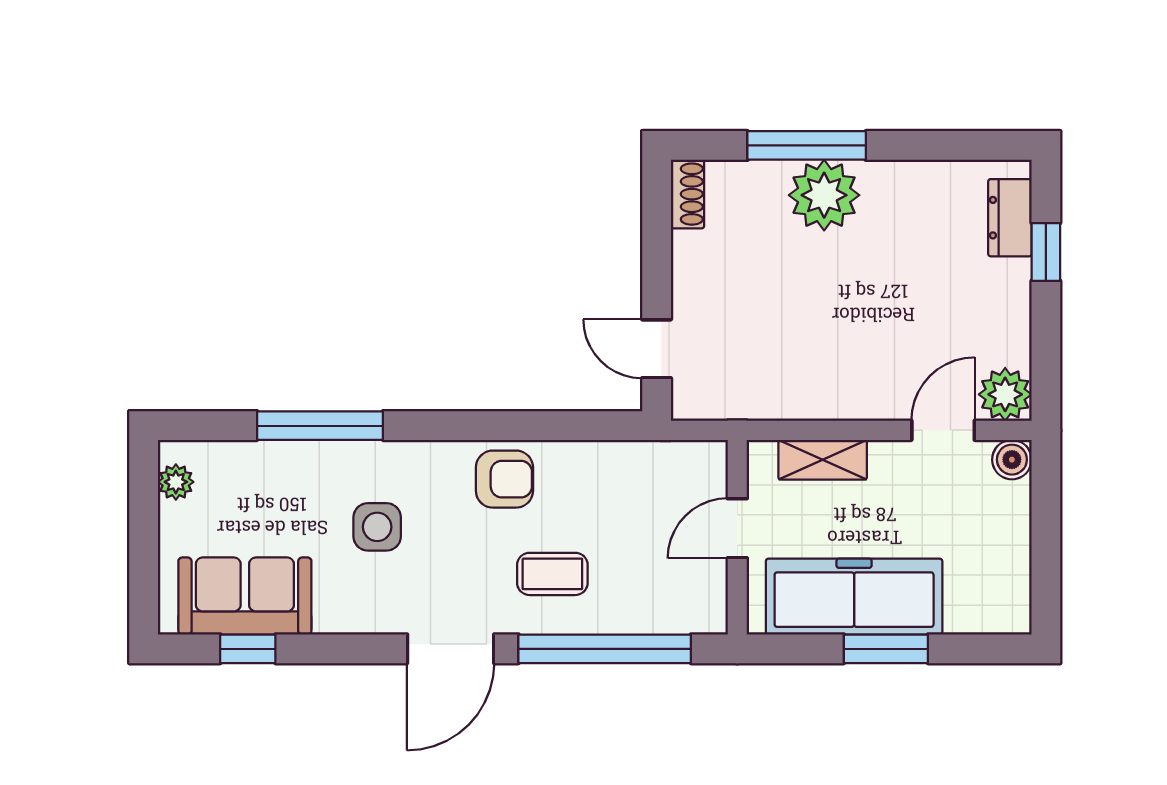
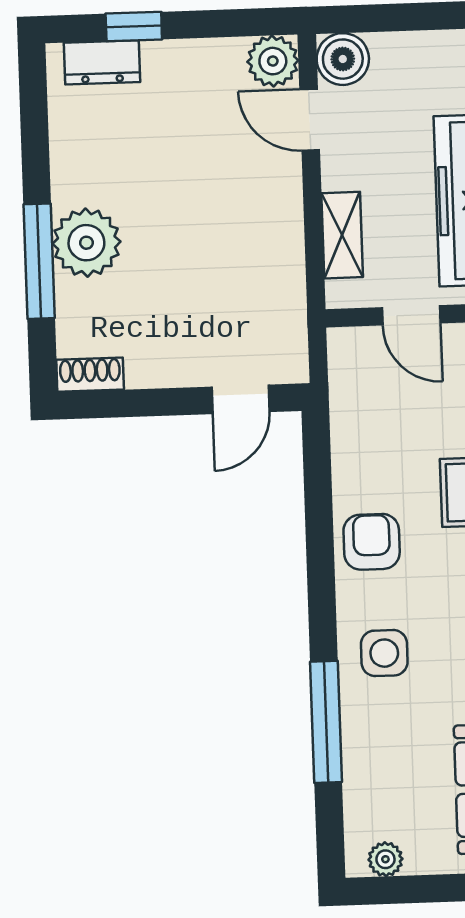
boiler: (1012, 460) -> (343, 59), width x1.36, depth x1.36
side table: (377, 527) -> (384, 653), moved

